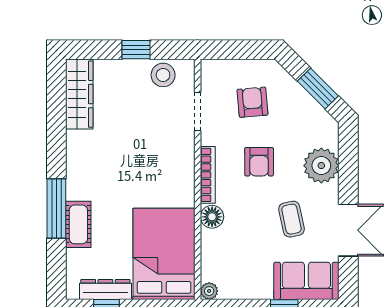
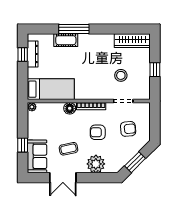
stool: (163, 75) -> (121, 75), moved
bed: (164, 254) -> (51, 89), width x0.67

